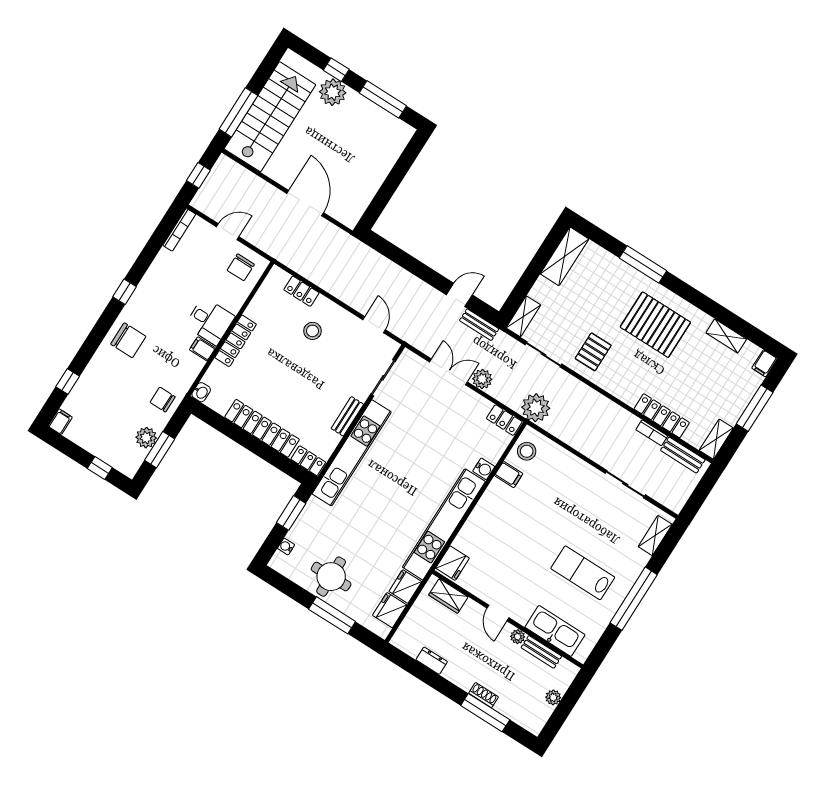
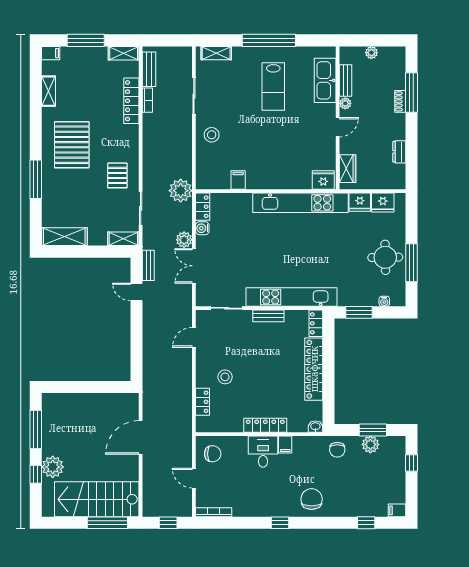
pallet: (593, 352) -> (117, 175), turned 90
stool: (527, 451) -> (212, 135), moved
water cooler: (484, 469) -> (202, 228), moved, turned -90
window: (332, 615) -> (411, 263), moved

